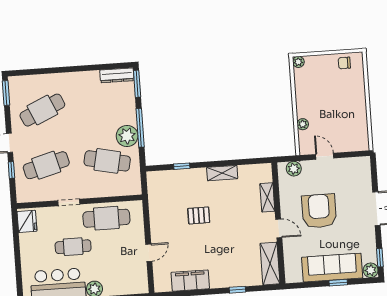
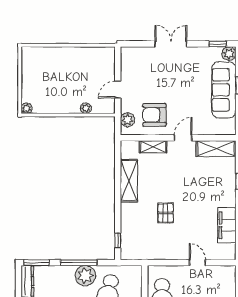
chair: (344, 63) -> (31, 65), removed
window: (182, 166) -> (118, 240), moved
shelving: (222, 173) -> (129, 181), width x1.50, depth x1.33
armchair: (319, 211) -> (154, 115), moved, width x0.73, depth x0.73

